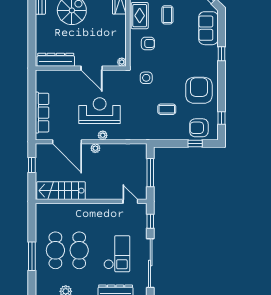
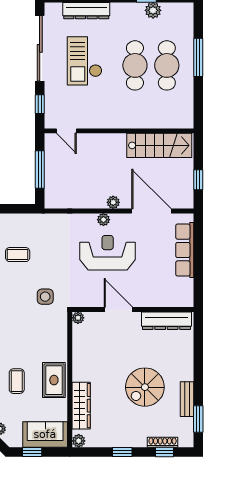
armchair: (148, 43) -> (43, 343), removed
reception desk: (100, 111) -> (108, 253), turned 180

